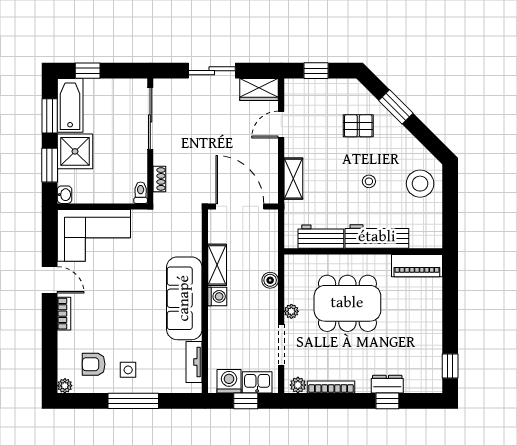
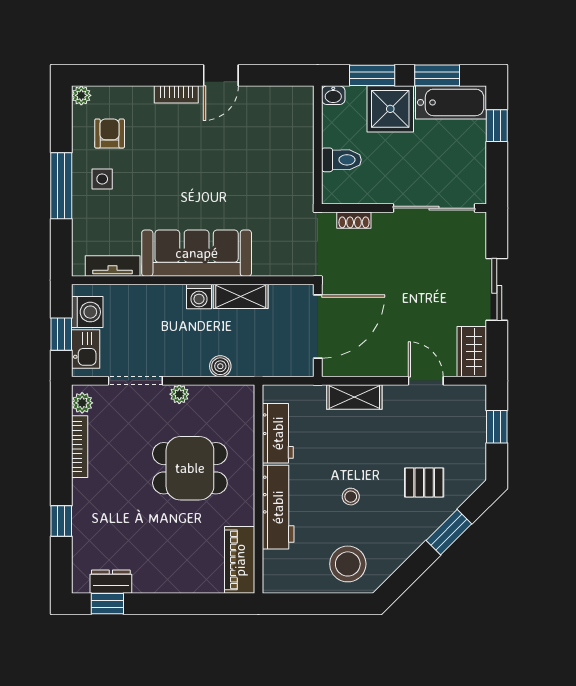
pallet: (358, 126) -> (424, 483), turned 90
toilet: (141, 193) -> (341, 160), moved, width x1.37, depth x1.39
corner sofa: (94, 235) -> (279, 134), removed
dining table: (347, 303) -> (190, 468), width x0.73
dresser: (387, 384) -> (111, 582), moved, turned -90

